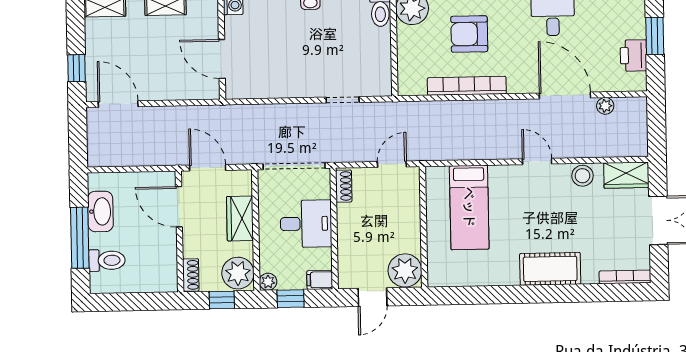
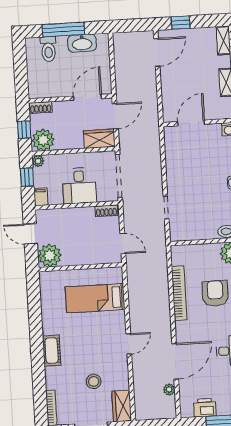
stool: (583, 176) -> (94, 381), moved
wardrobe: (240, 219) -> (99, 139), moved
cot: (550, 269) -> (52, 351), width x0.73, depth x0.75

